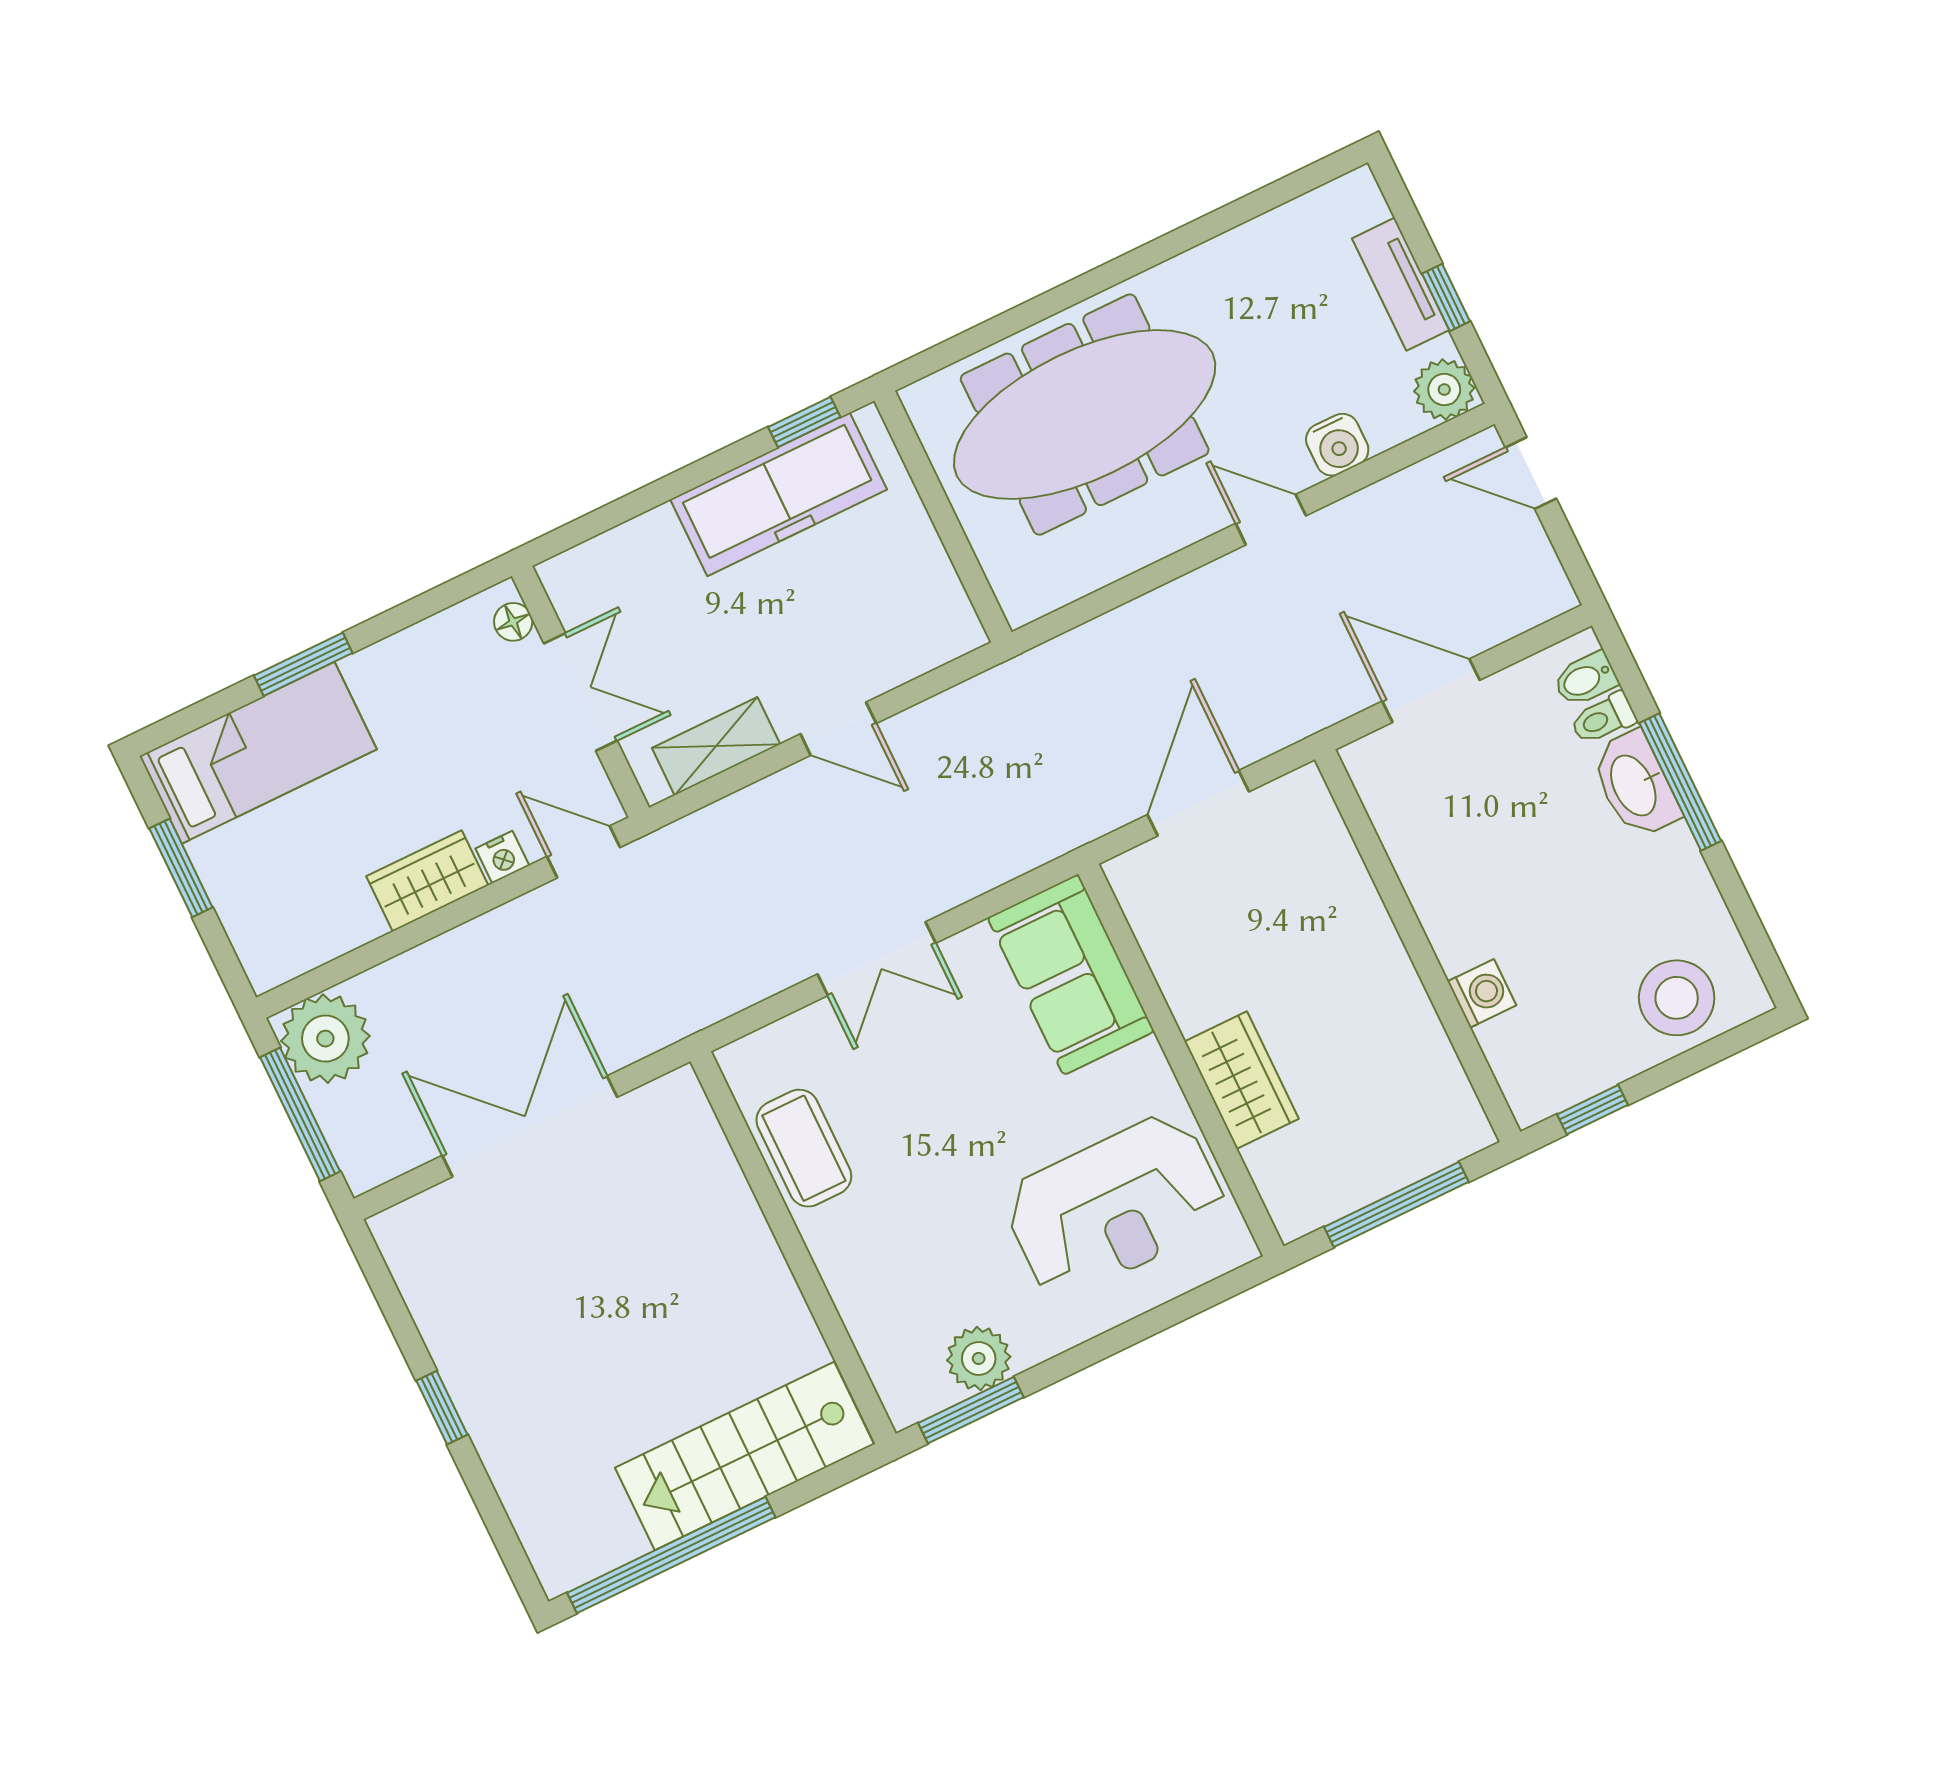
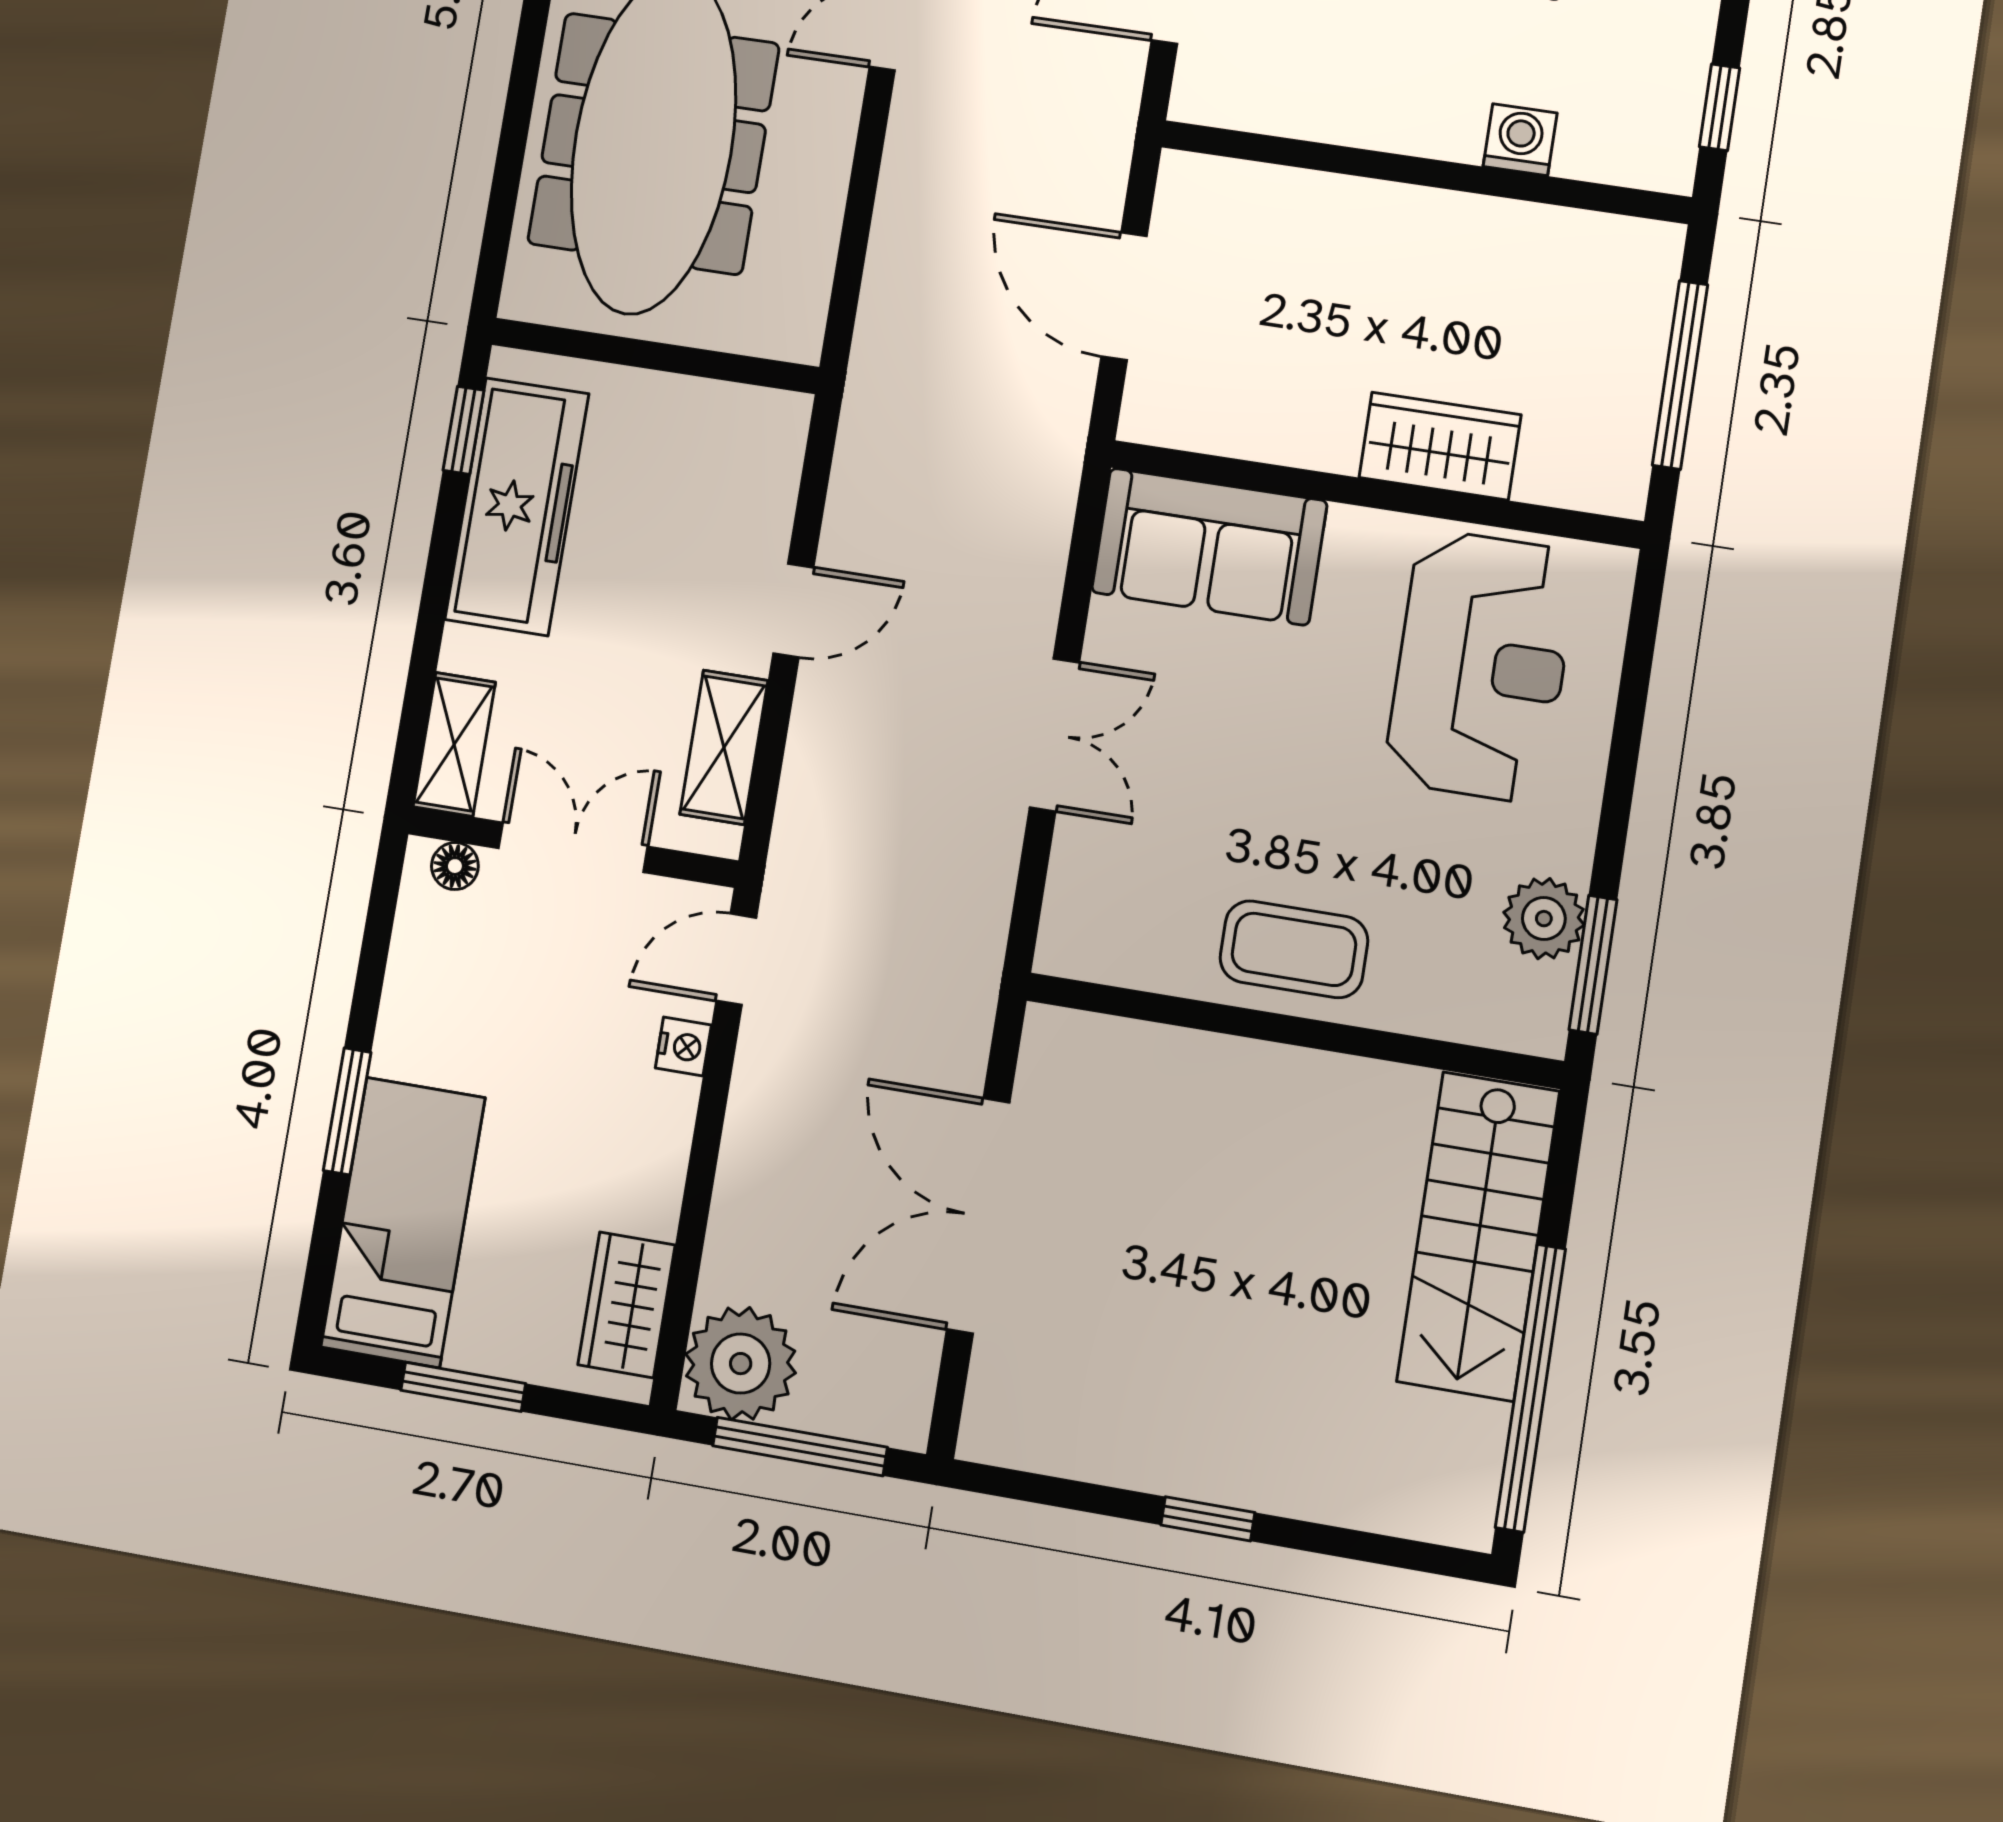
shelving: (592, 564) -> (454, 744), added
wardrobe: (427, 881) -> (627, 1305), moved
coffee table: (804, 1148) -> (1294, 949), moved

